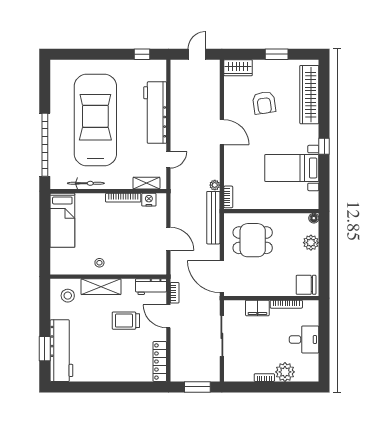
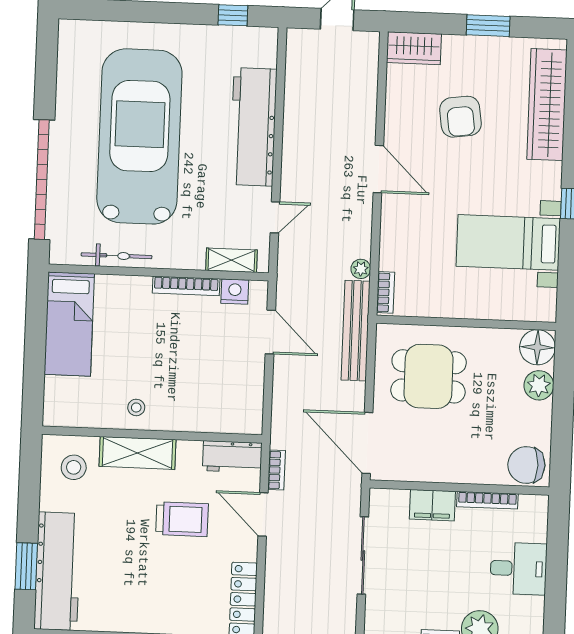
floor lamp: (314, 218) -> (537, 347), width x1.89, depth x1.89
door: (168, 239) -> (270, 332), moved
trolley: (126, 321) -> (182, 519), turned 180

